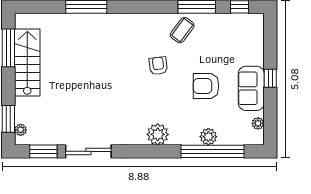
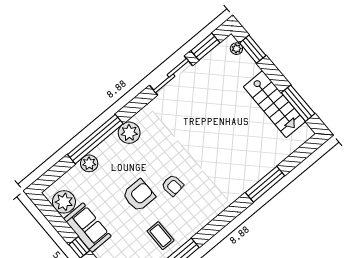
coffee table: (182, 30) -> (161, 236), moved, turned -37
armchair: (206, 86) -> (139, 195), moved
plant: (258, 123) -> (64, 202), width x1.87, depth x1.87
window: (213, 151) -> (95, 139), moved

